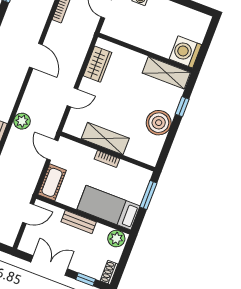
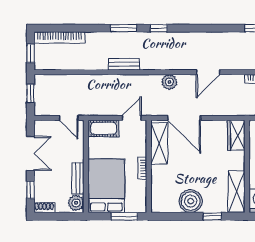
wardrobe: (98, 64) -> (236, 135), moved, turned 90
door: (72, 97) -> (184, 118), width x1.88
plant: (22, 121) -> (169, 82), moved
shelving: (105, 139) -> (159, 143), moved
bed: (108, 208) -> (106, 186), width x1.50
bench: (79, 222) -> (78, 178), moved

